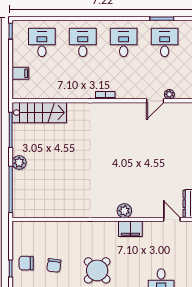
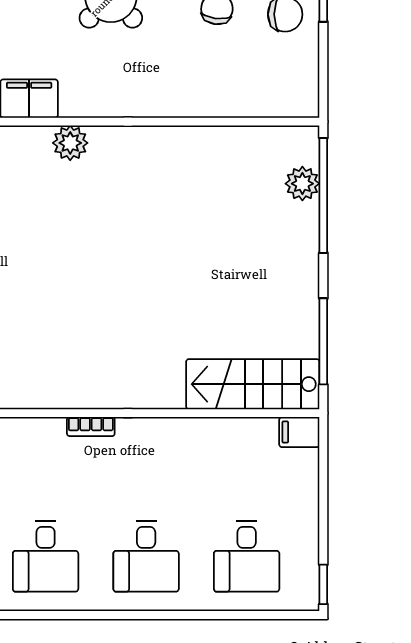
filing cabinet: (20, 73) -> (299, 432), moved
plant: (19, 162) -> (302, 184), moved
plant: (124, 211) -> (70, 143), moved

